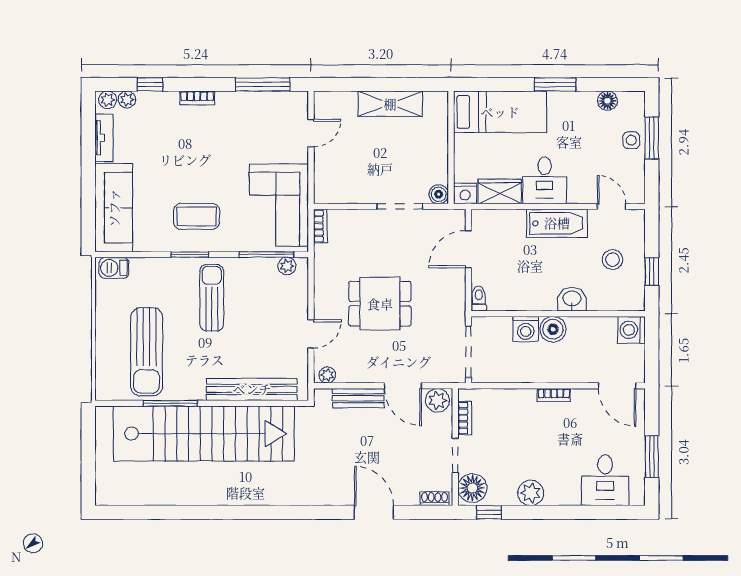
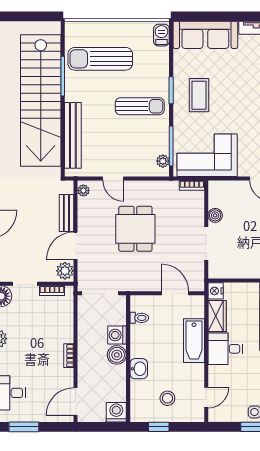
boiler: (439, 194) -> (215, 215), moved
bathtub: (557, 223) -> (194, 341), moved
toilet: (479, 298) -> (139, 318), moved

